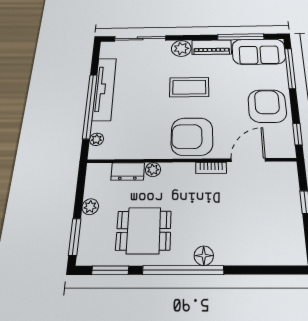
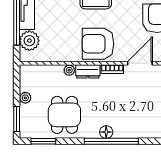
plant: (96, 139) -> (29, 41), width x1.87, depth x1.87
dresser: (128, 171) -> (88, 71), moved
dining table: (144, 230) -> (64, 115), turned 90
window: (183, 270) -> (111, 141), moved

